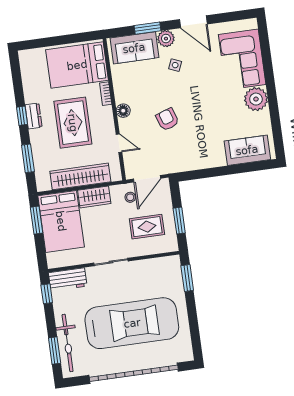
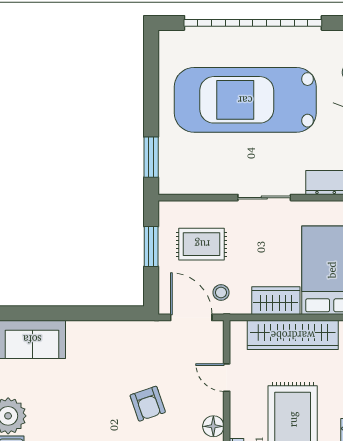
door: (147, 179) -> (191, 317), hinge flipped

